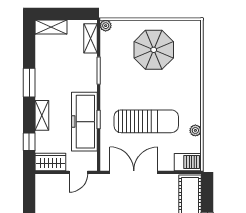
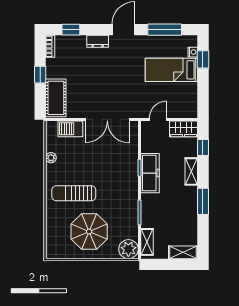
plant: (106, 26) -> (128, 249), width x1.88, depth x1.88
sun lounger: (146, 121) -> (74, 193), moved, width x0.73, depth x0.75
freezer: (84, 122) -> (150, 173), width x0.73, depth x0.79
barbecue: (188, 162) -> (70, 129), moved

